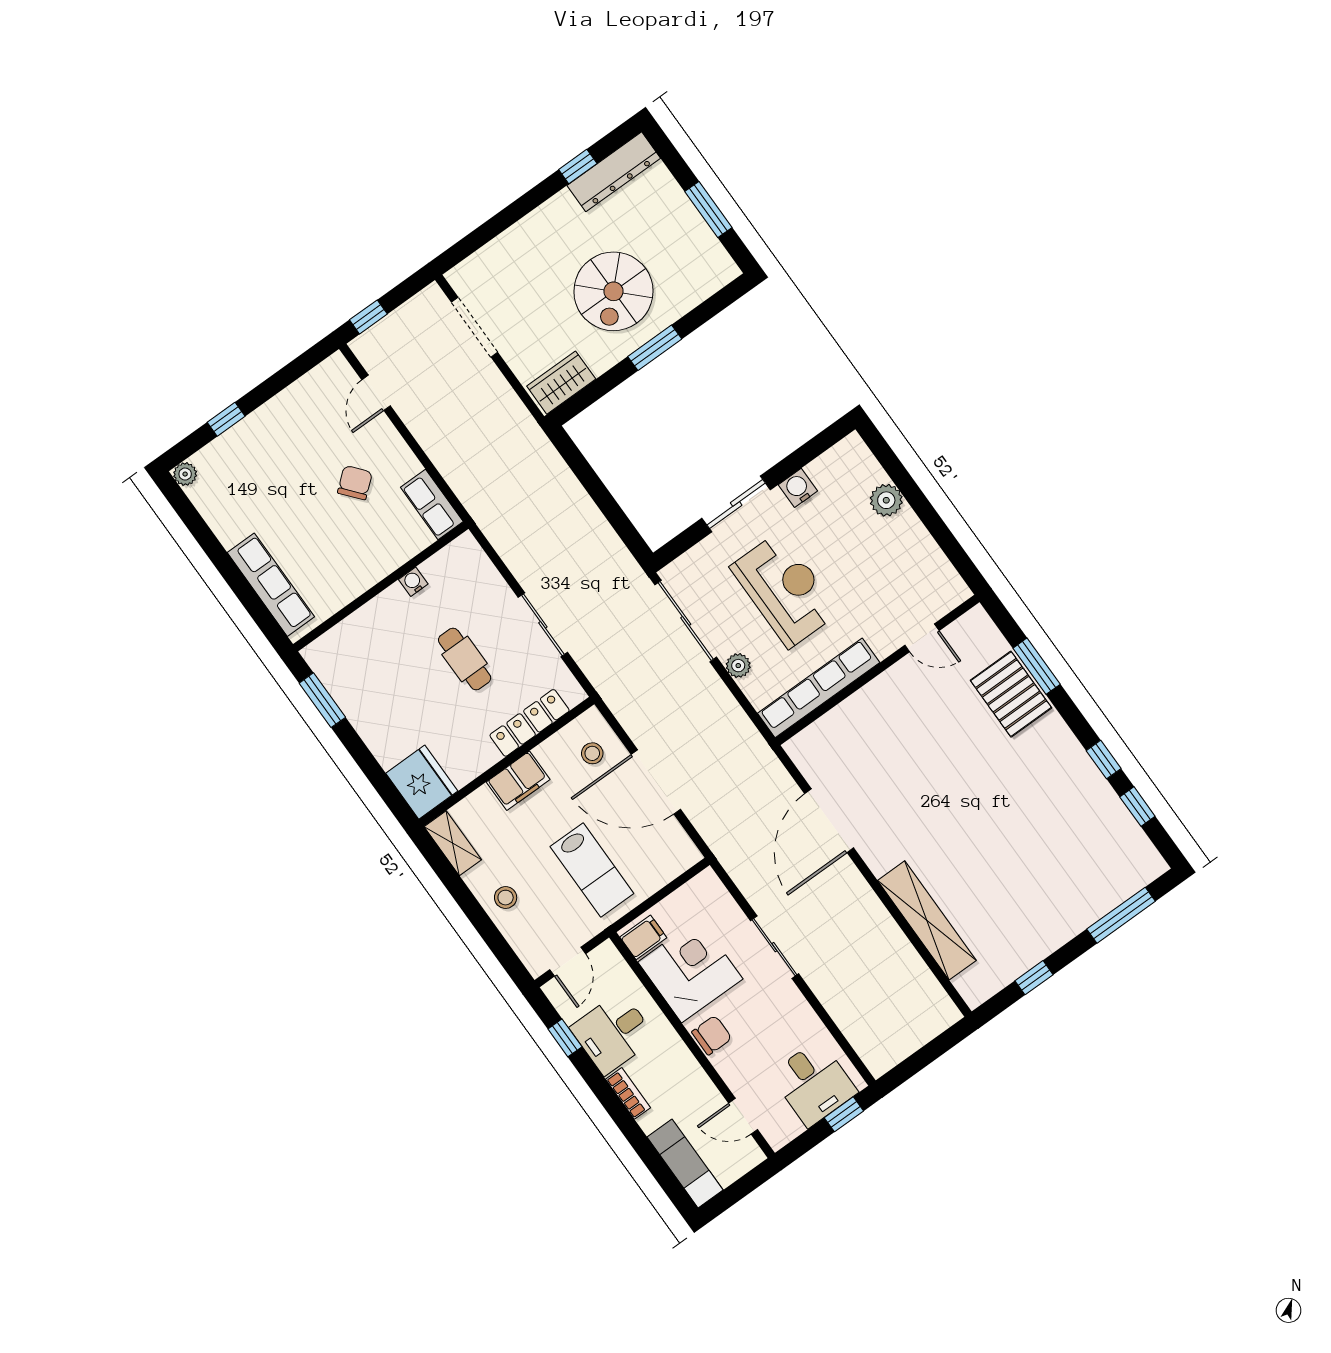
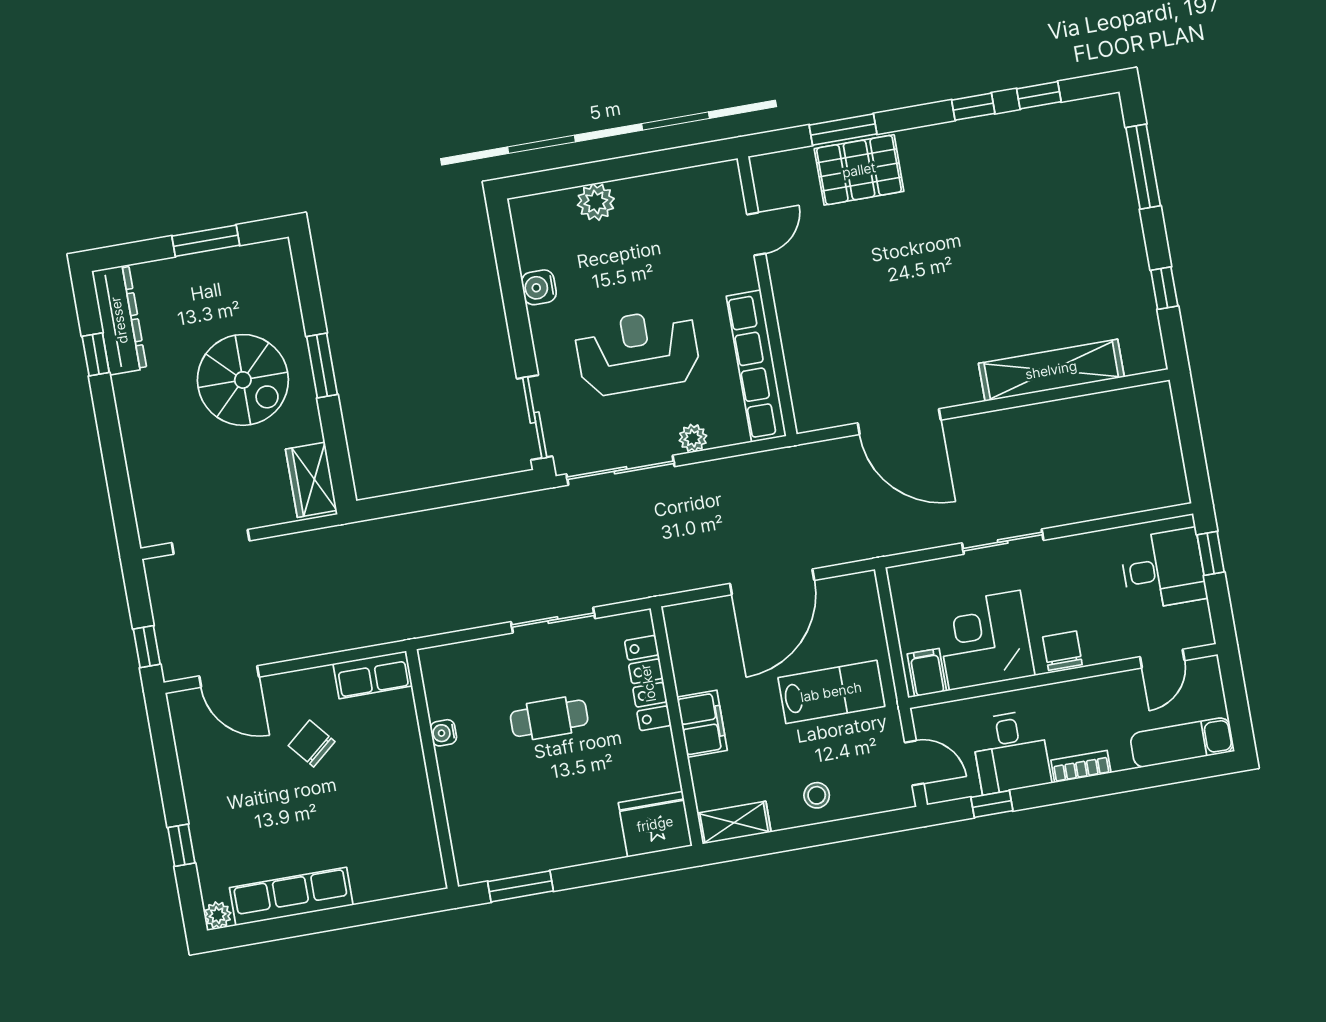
door: (376, 393) -> (229, 677), width x1.38
sliding door: (736, 504) -> (535, 418), moved
row of seats: (271, 585) -> (291, 896), moved
stool: (592, 753) -> (711, 633), removed

